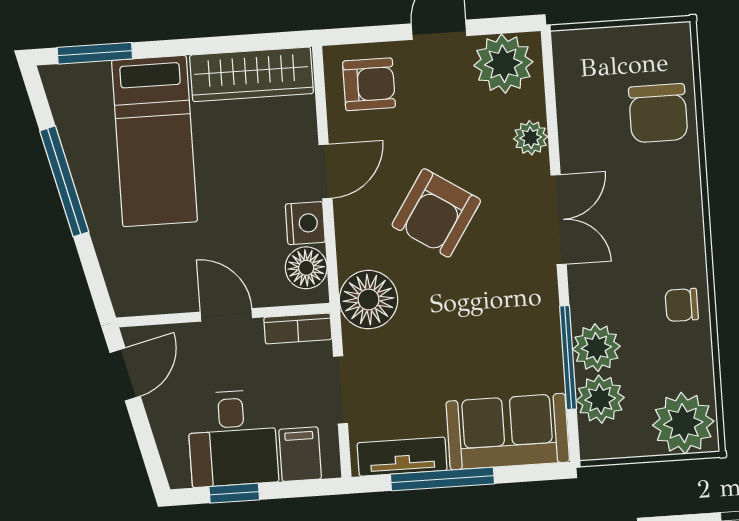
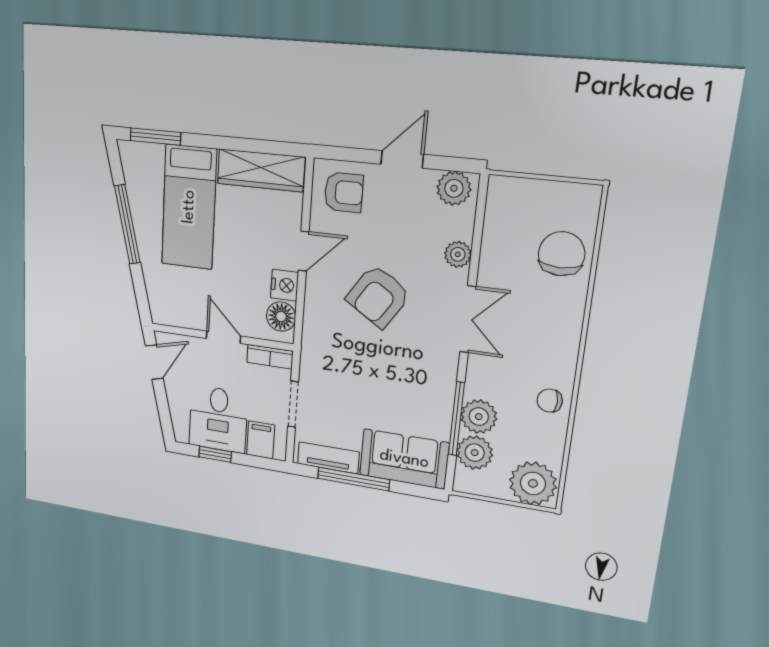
plant: (503, 64) -> (454, 188), width x0.73, depth x0.73
chair: (658, 113) -> (562, 254), turned 180
floor lamp: (369, 300) -> (321, 347), removed

